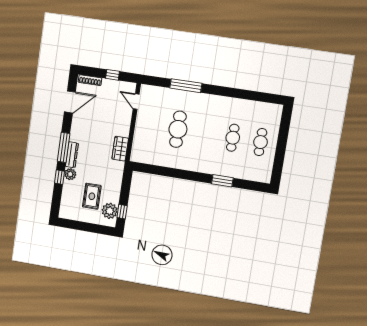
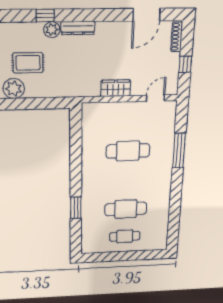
door: (70, 102) -> (146, 15), hinge flipped
cafe table: (233, 138) -> (126, 209), width x1.37, depth x1.35
window: (64, 147) -> (86, 15), removed
wardrobe: (120, 149) -> (116, 88), moved
window: (122, 212) -> (16, 104), removed

